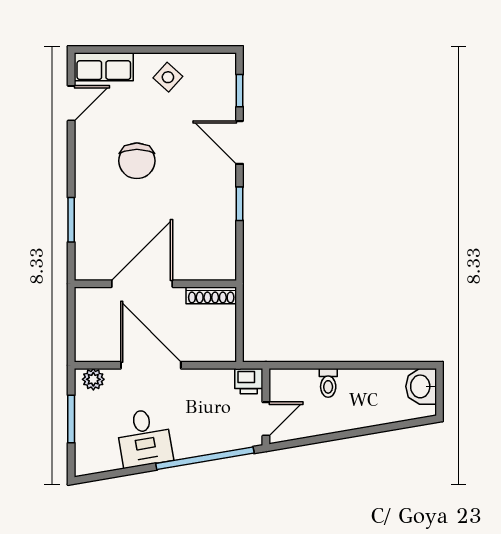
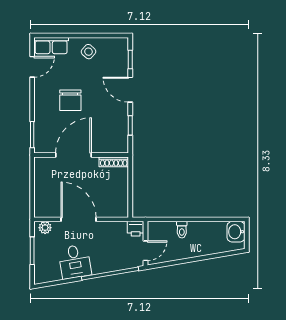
door: (142, 284) -> (73, 155), moved
wall: (155, 284) -> (81, 155), moved
shoe rack: (211, 295) -> (114, 162), moved

